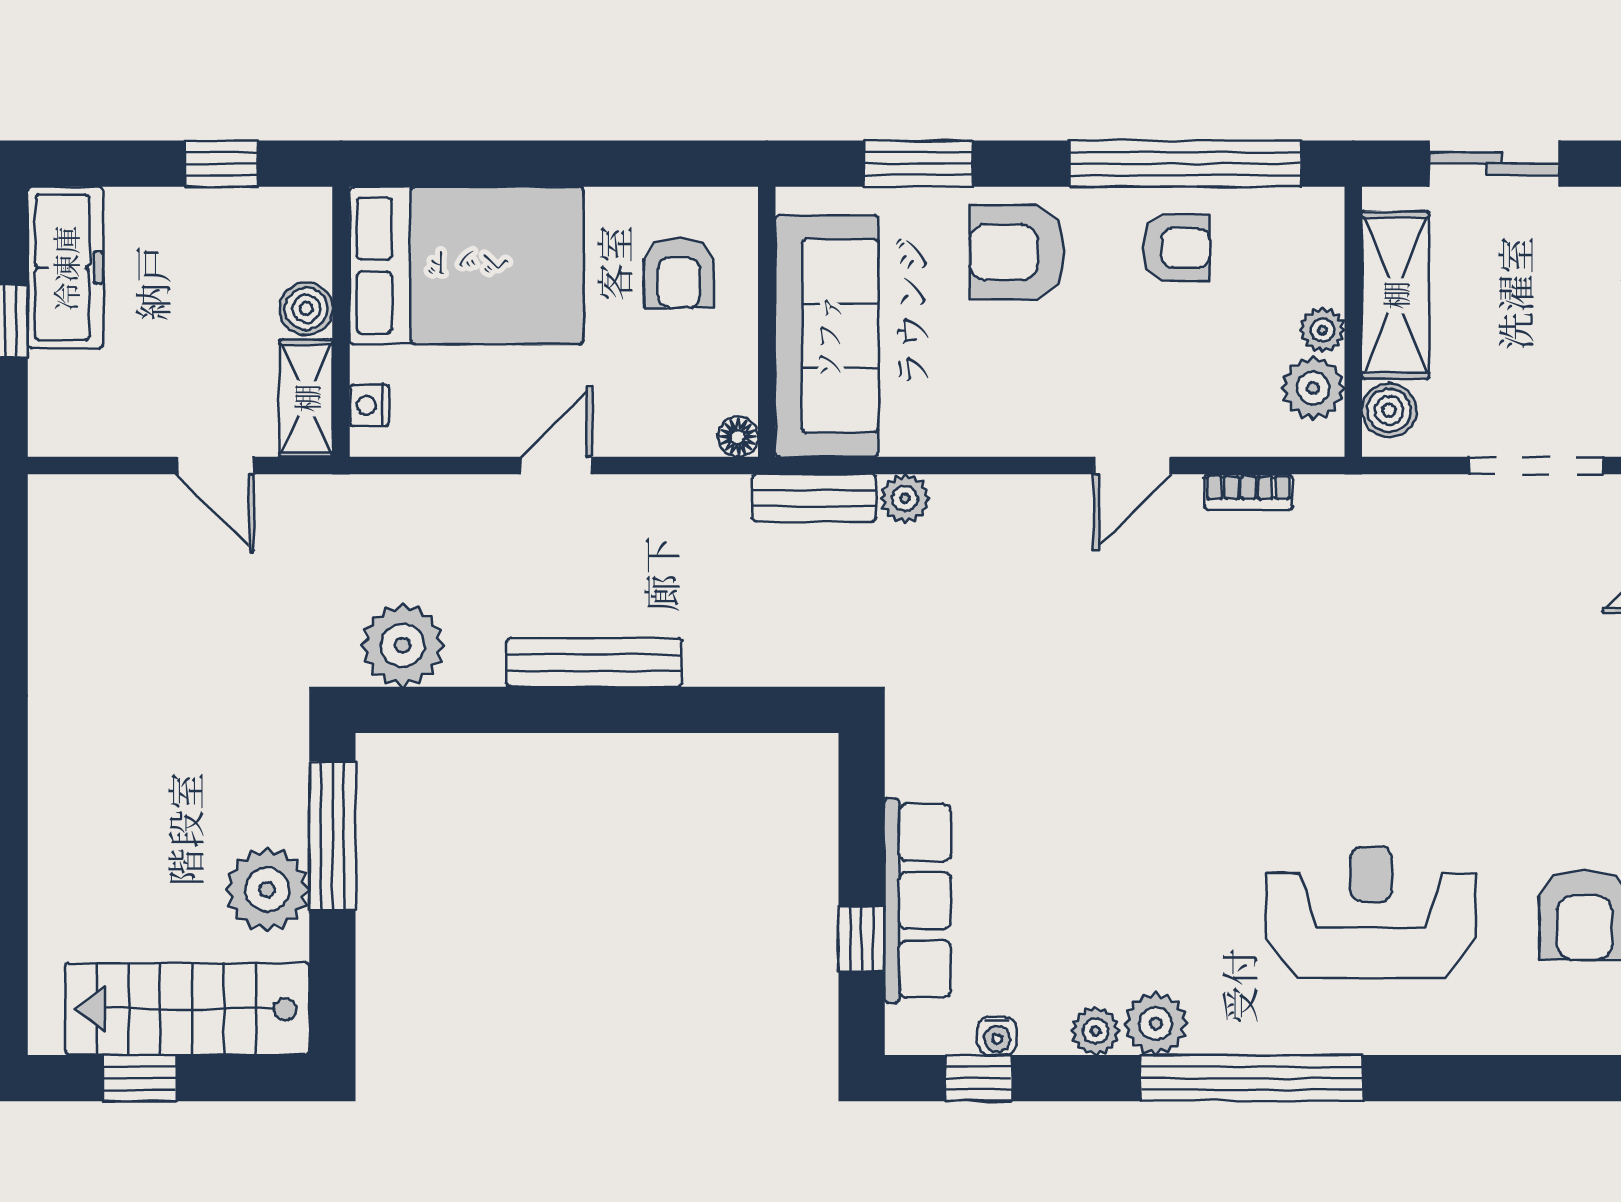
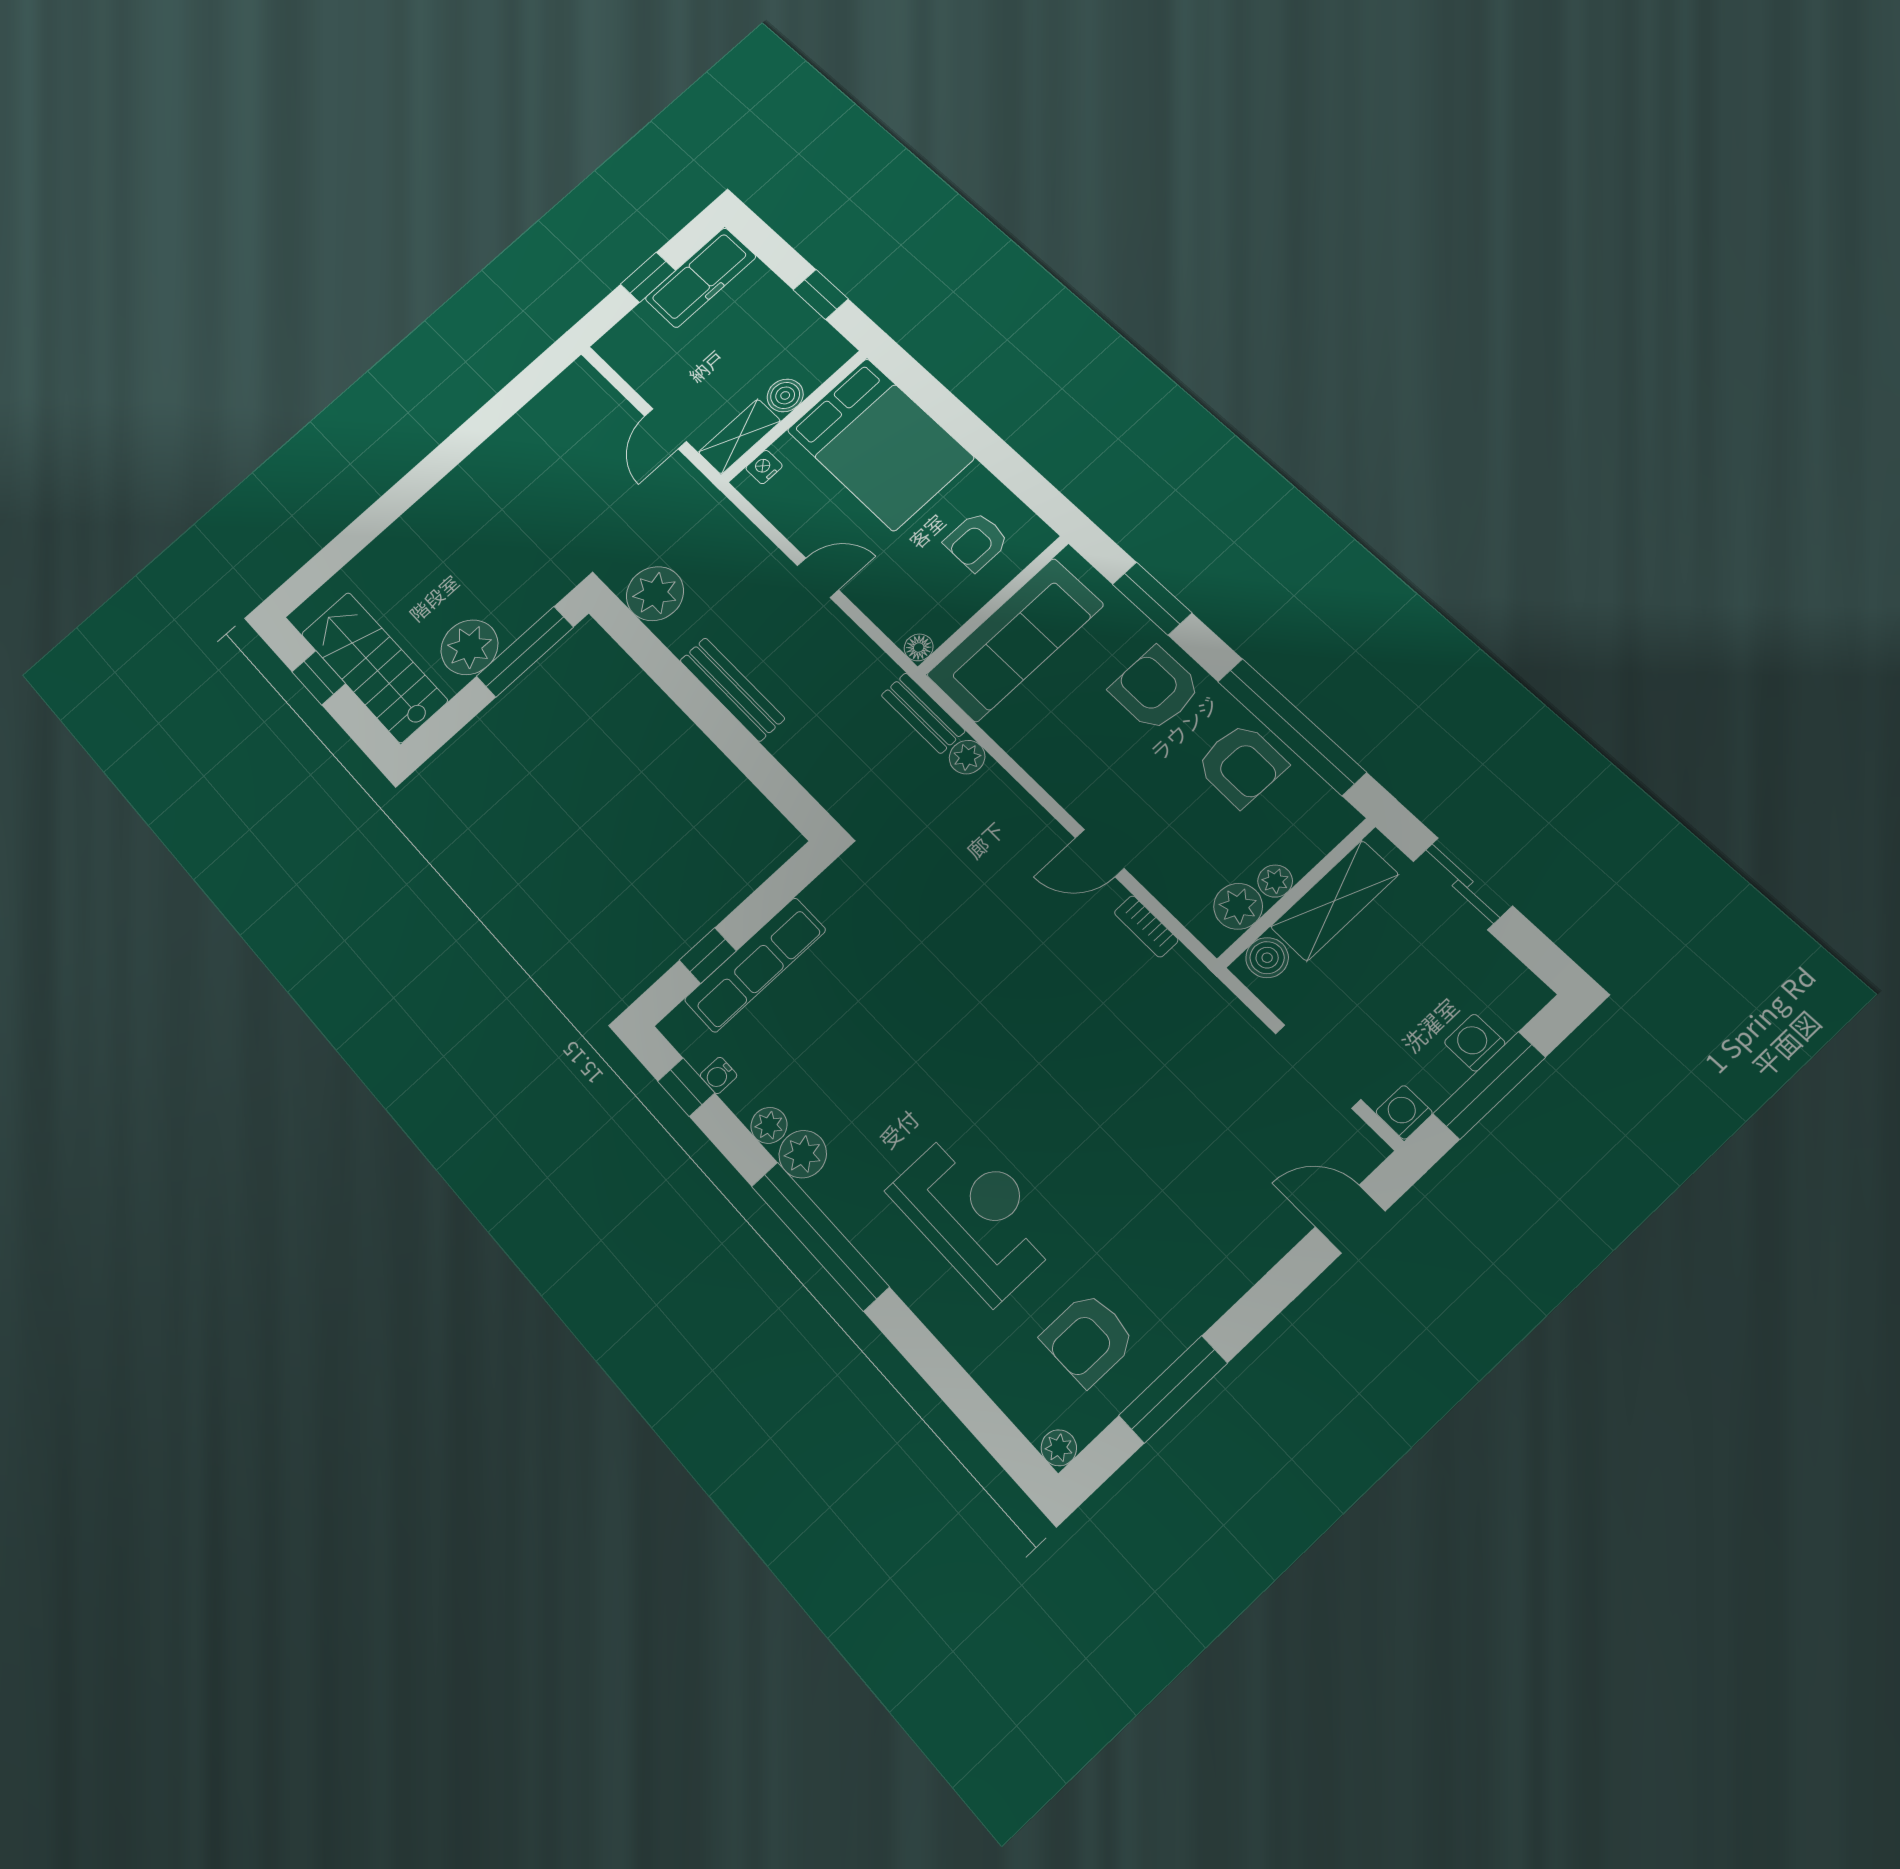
armchair: (1176, 248) -> (1241, 765), width x1.38, depth x1.38

